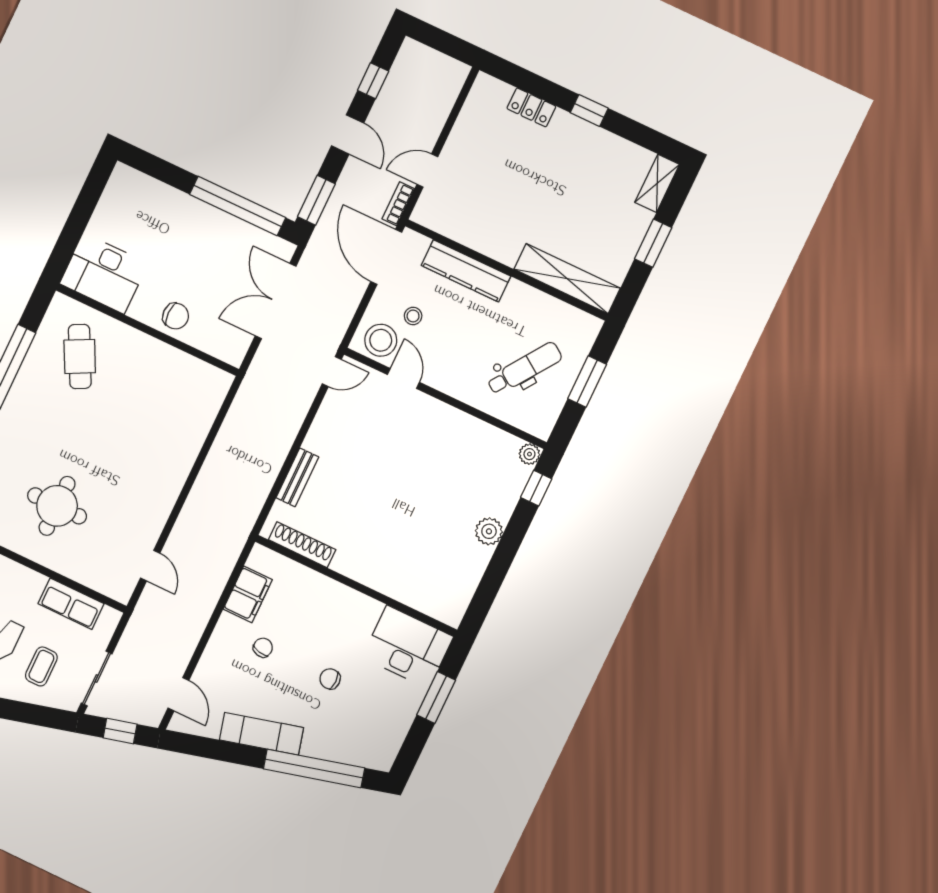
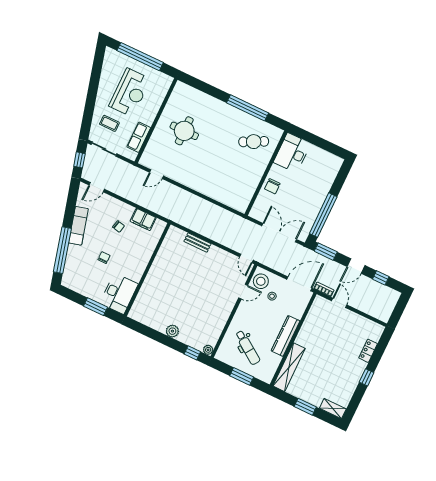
kitchen counter: (466, 271) -> (286, 336), moved
shoe rack: (302, 545) -> (166, 245), removed

